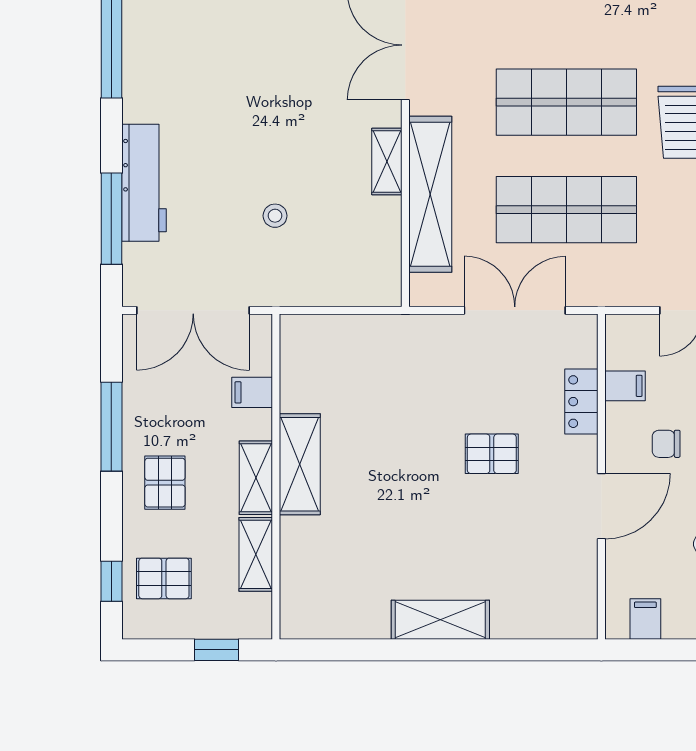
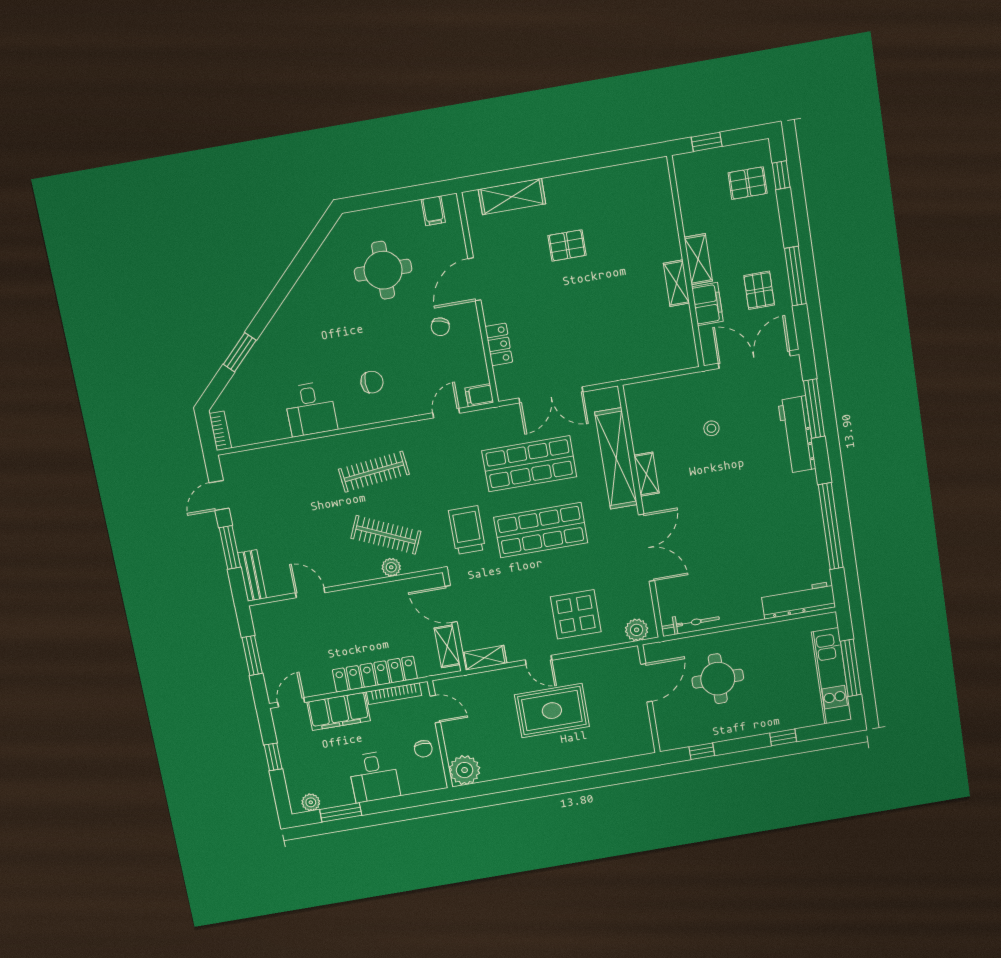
filing cabinet: (625, 386) -> (479, 395), moved
filing cabinet: (252, 392) -> (707, 304), width x2.00
chair: (666, 444) -> (440, 327), turned 107
pallet: (492, 454) -> (567, 245), moved
shelving: (300, 464) -> (676, 283), width x0.67, depth x0.75
pallet: (165, 483) -> (759, 290), moved
shelving: (256, 554) -> (691, 209), removed
shelving: (440, 620) -> (512, 196), moved

